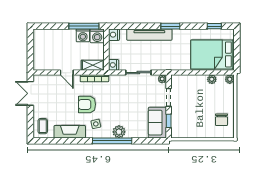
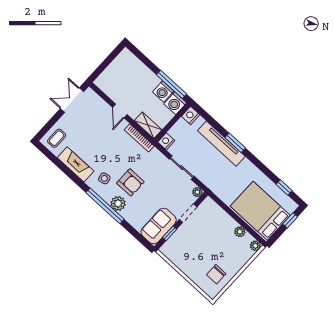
window: (170, 26) -> (235, 143), moved
window: (237, 43) -> (290, 220), added
armchair: (87, 104) -> (130, 182), moved, turned 180

